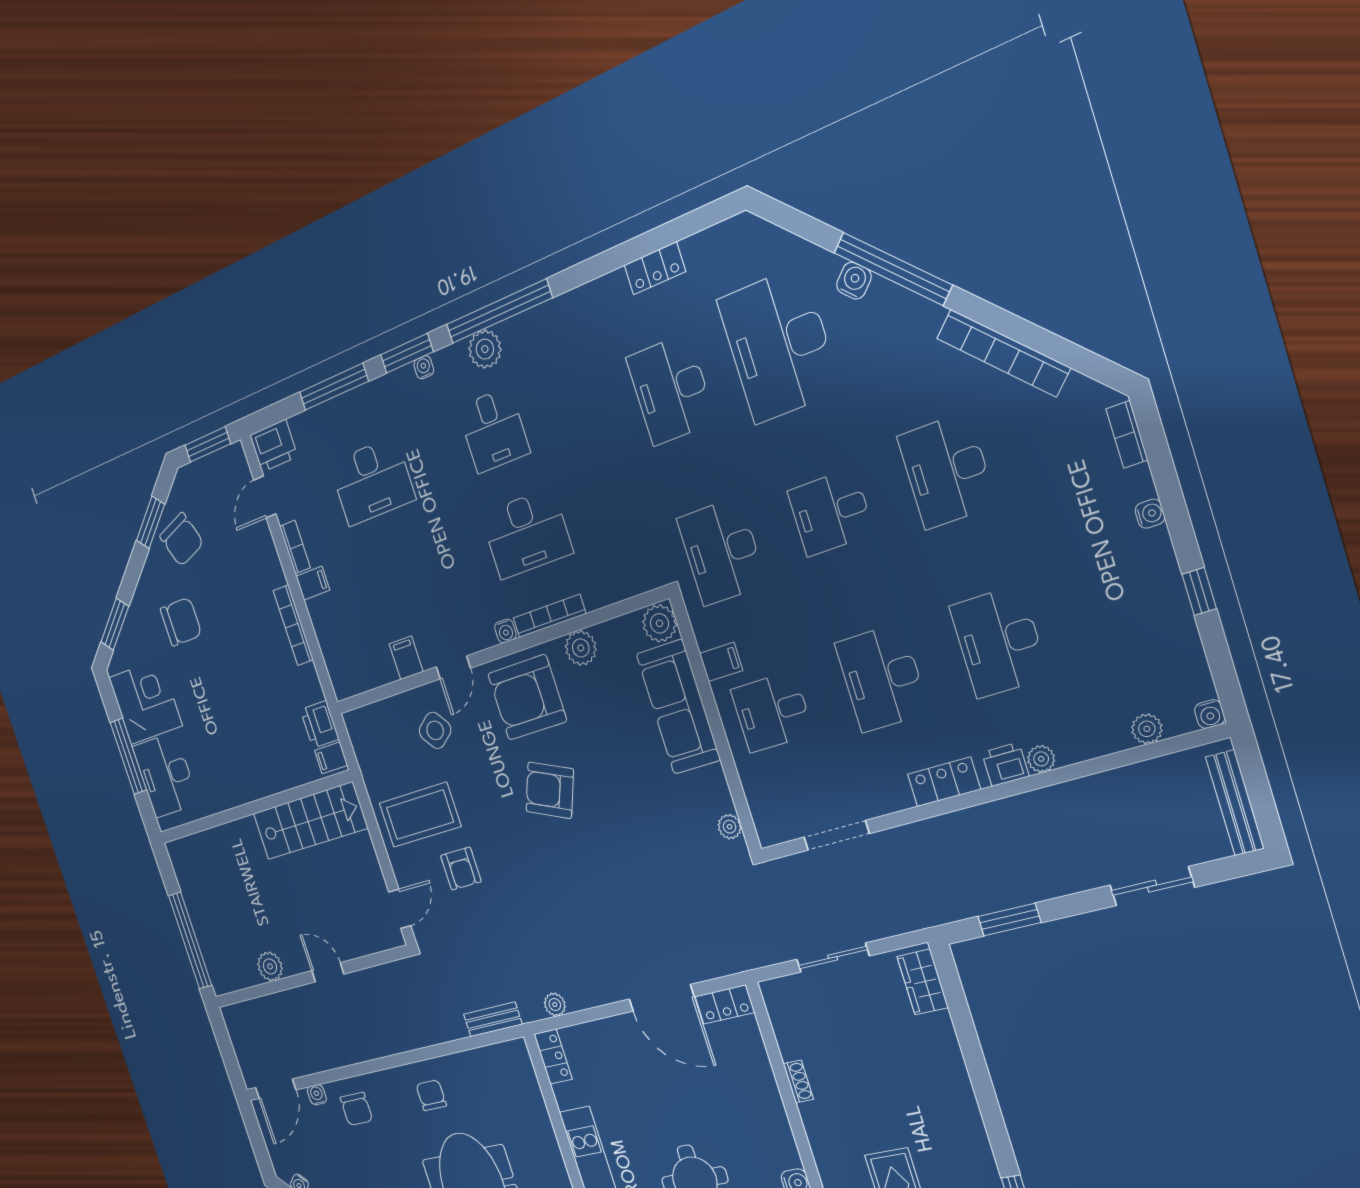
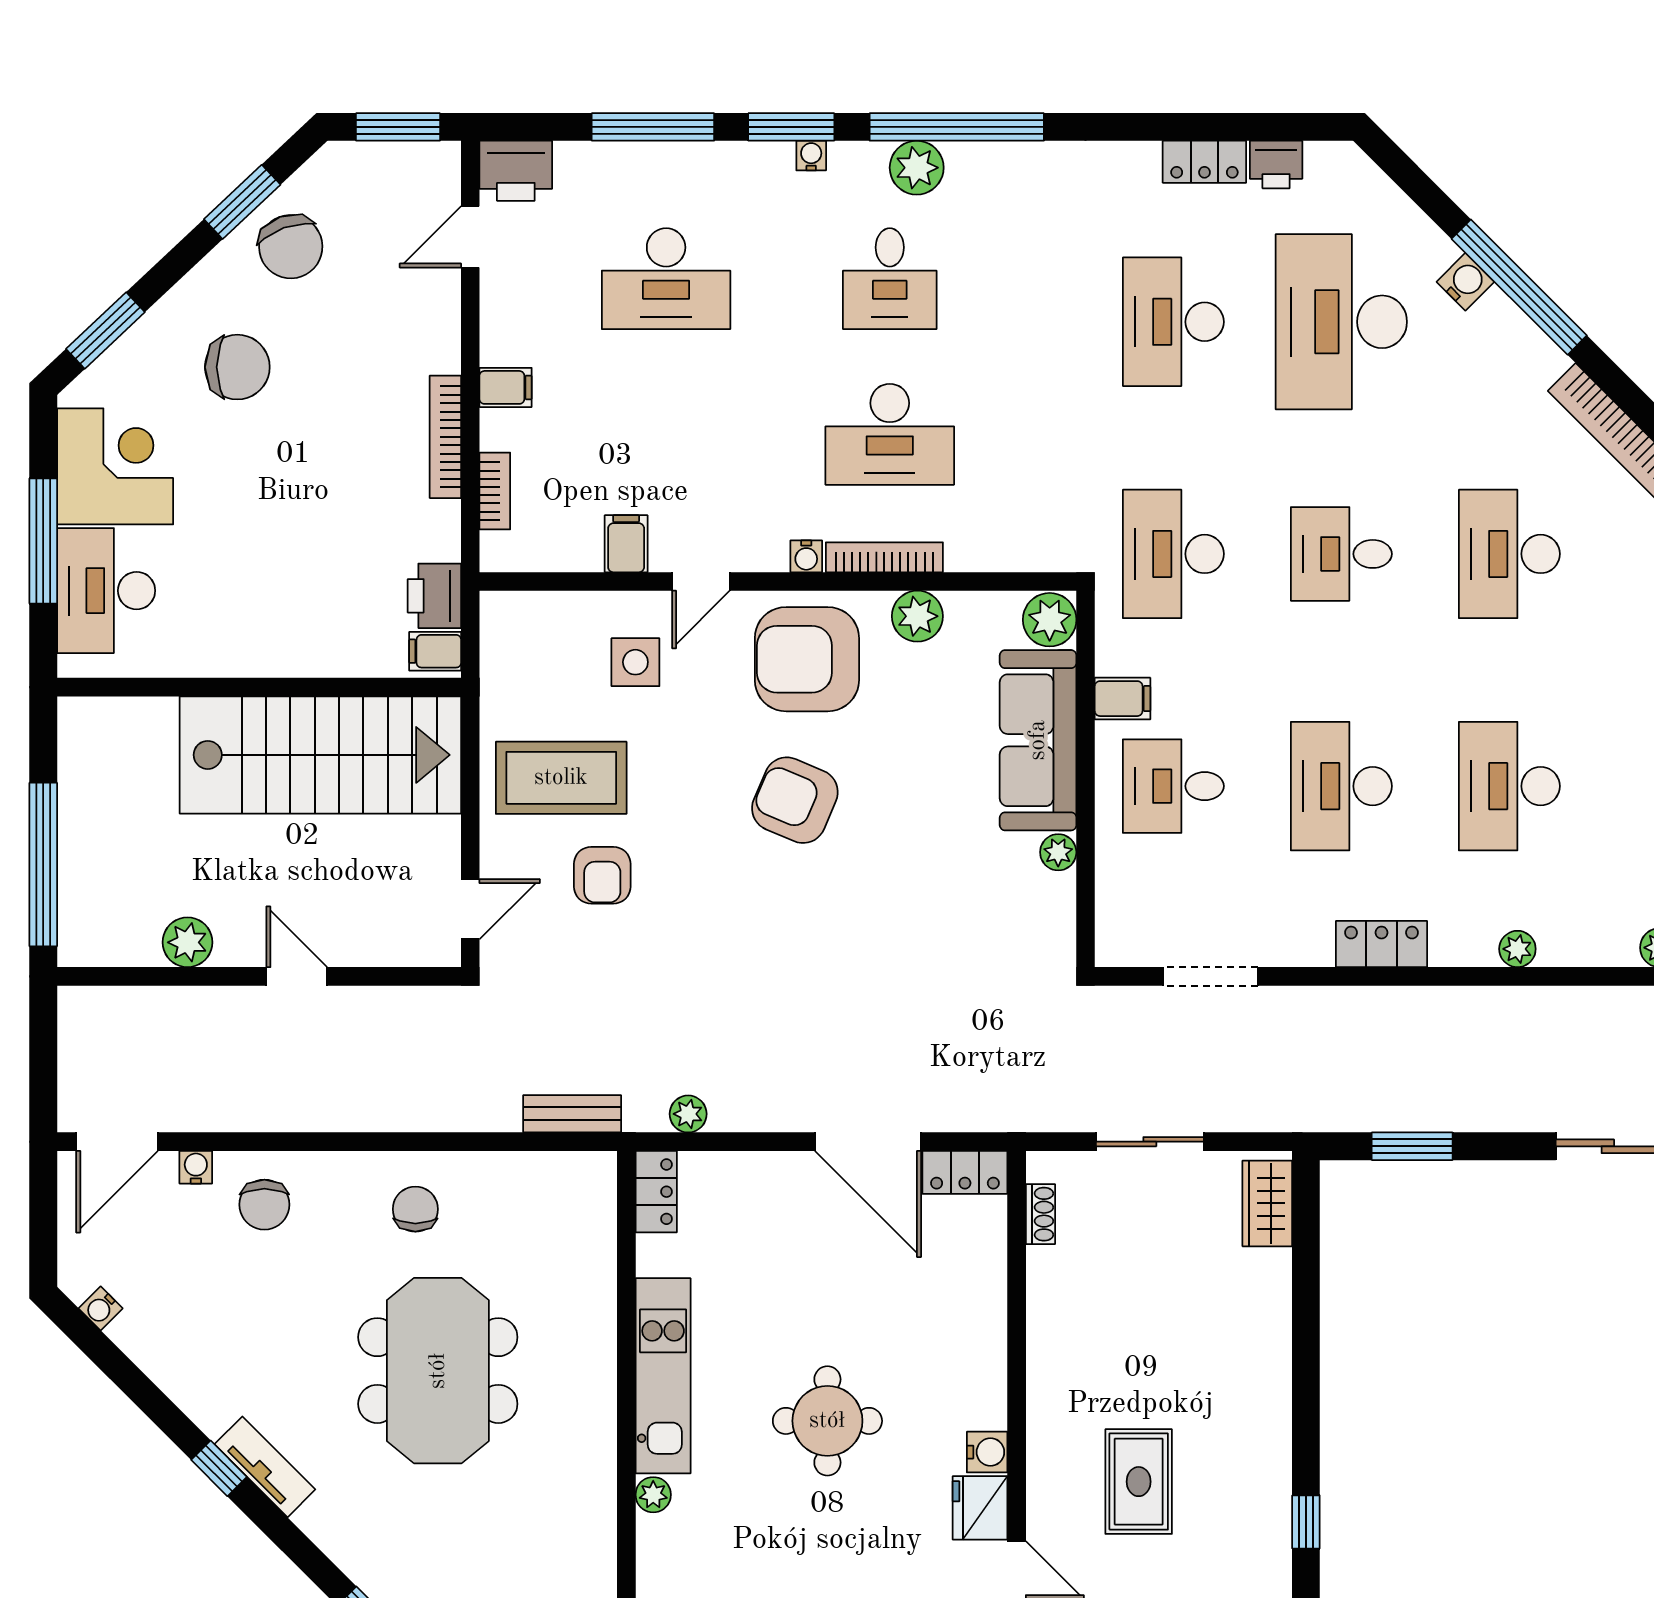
bookcase: (295, 547) -> (495, 491), moved
side table: (435, 730) -> (635, 662), turned 37
printer: (1005, 764) -> (1276, 165), moved, turned 180
stairs: (310, 821) -> (320, 755), width x1.36, depth x1.51
plant: (730, 827) -> (1058, 852), moved
shoe rack: (798, 1081) -> (1040, 1214), moved

